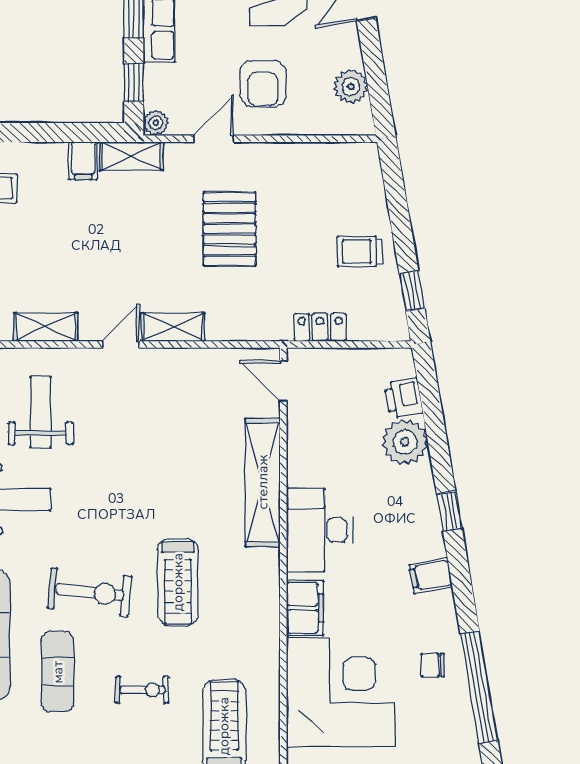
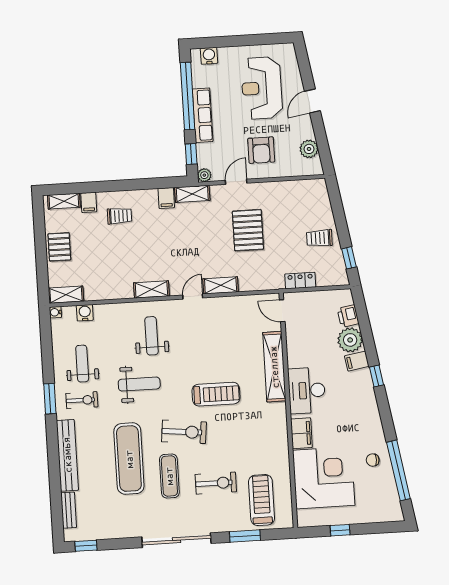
filing cabinet: (431, 576) -> (357, 361), moved
treadmill: (178, 582) -> (216, 394), moved, turned -90
exercise bike: (142, 690) -> (216, 483), width x1.38, depth x1.39

